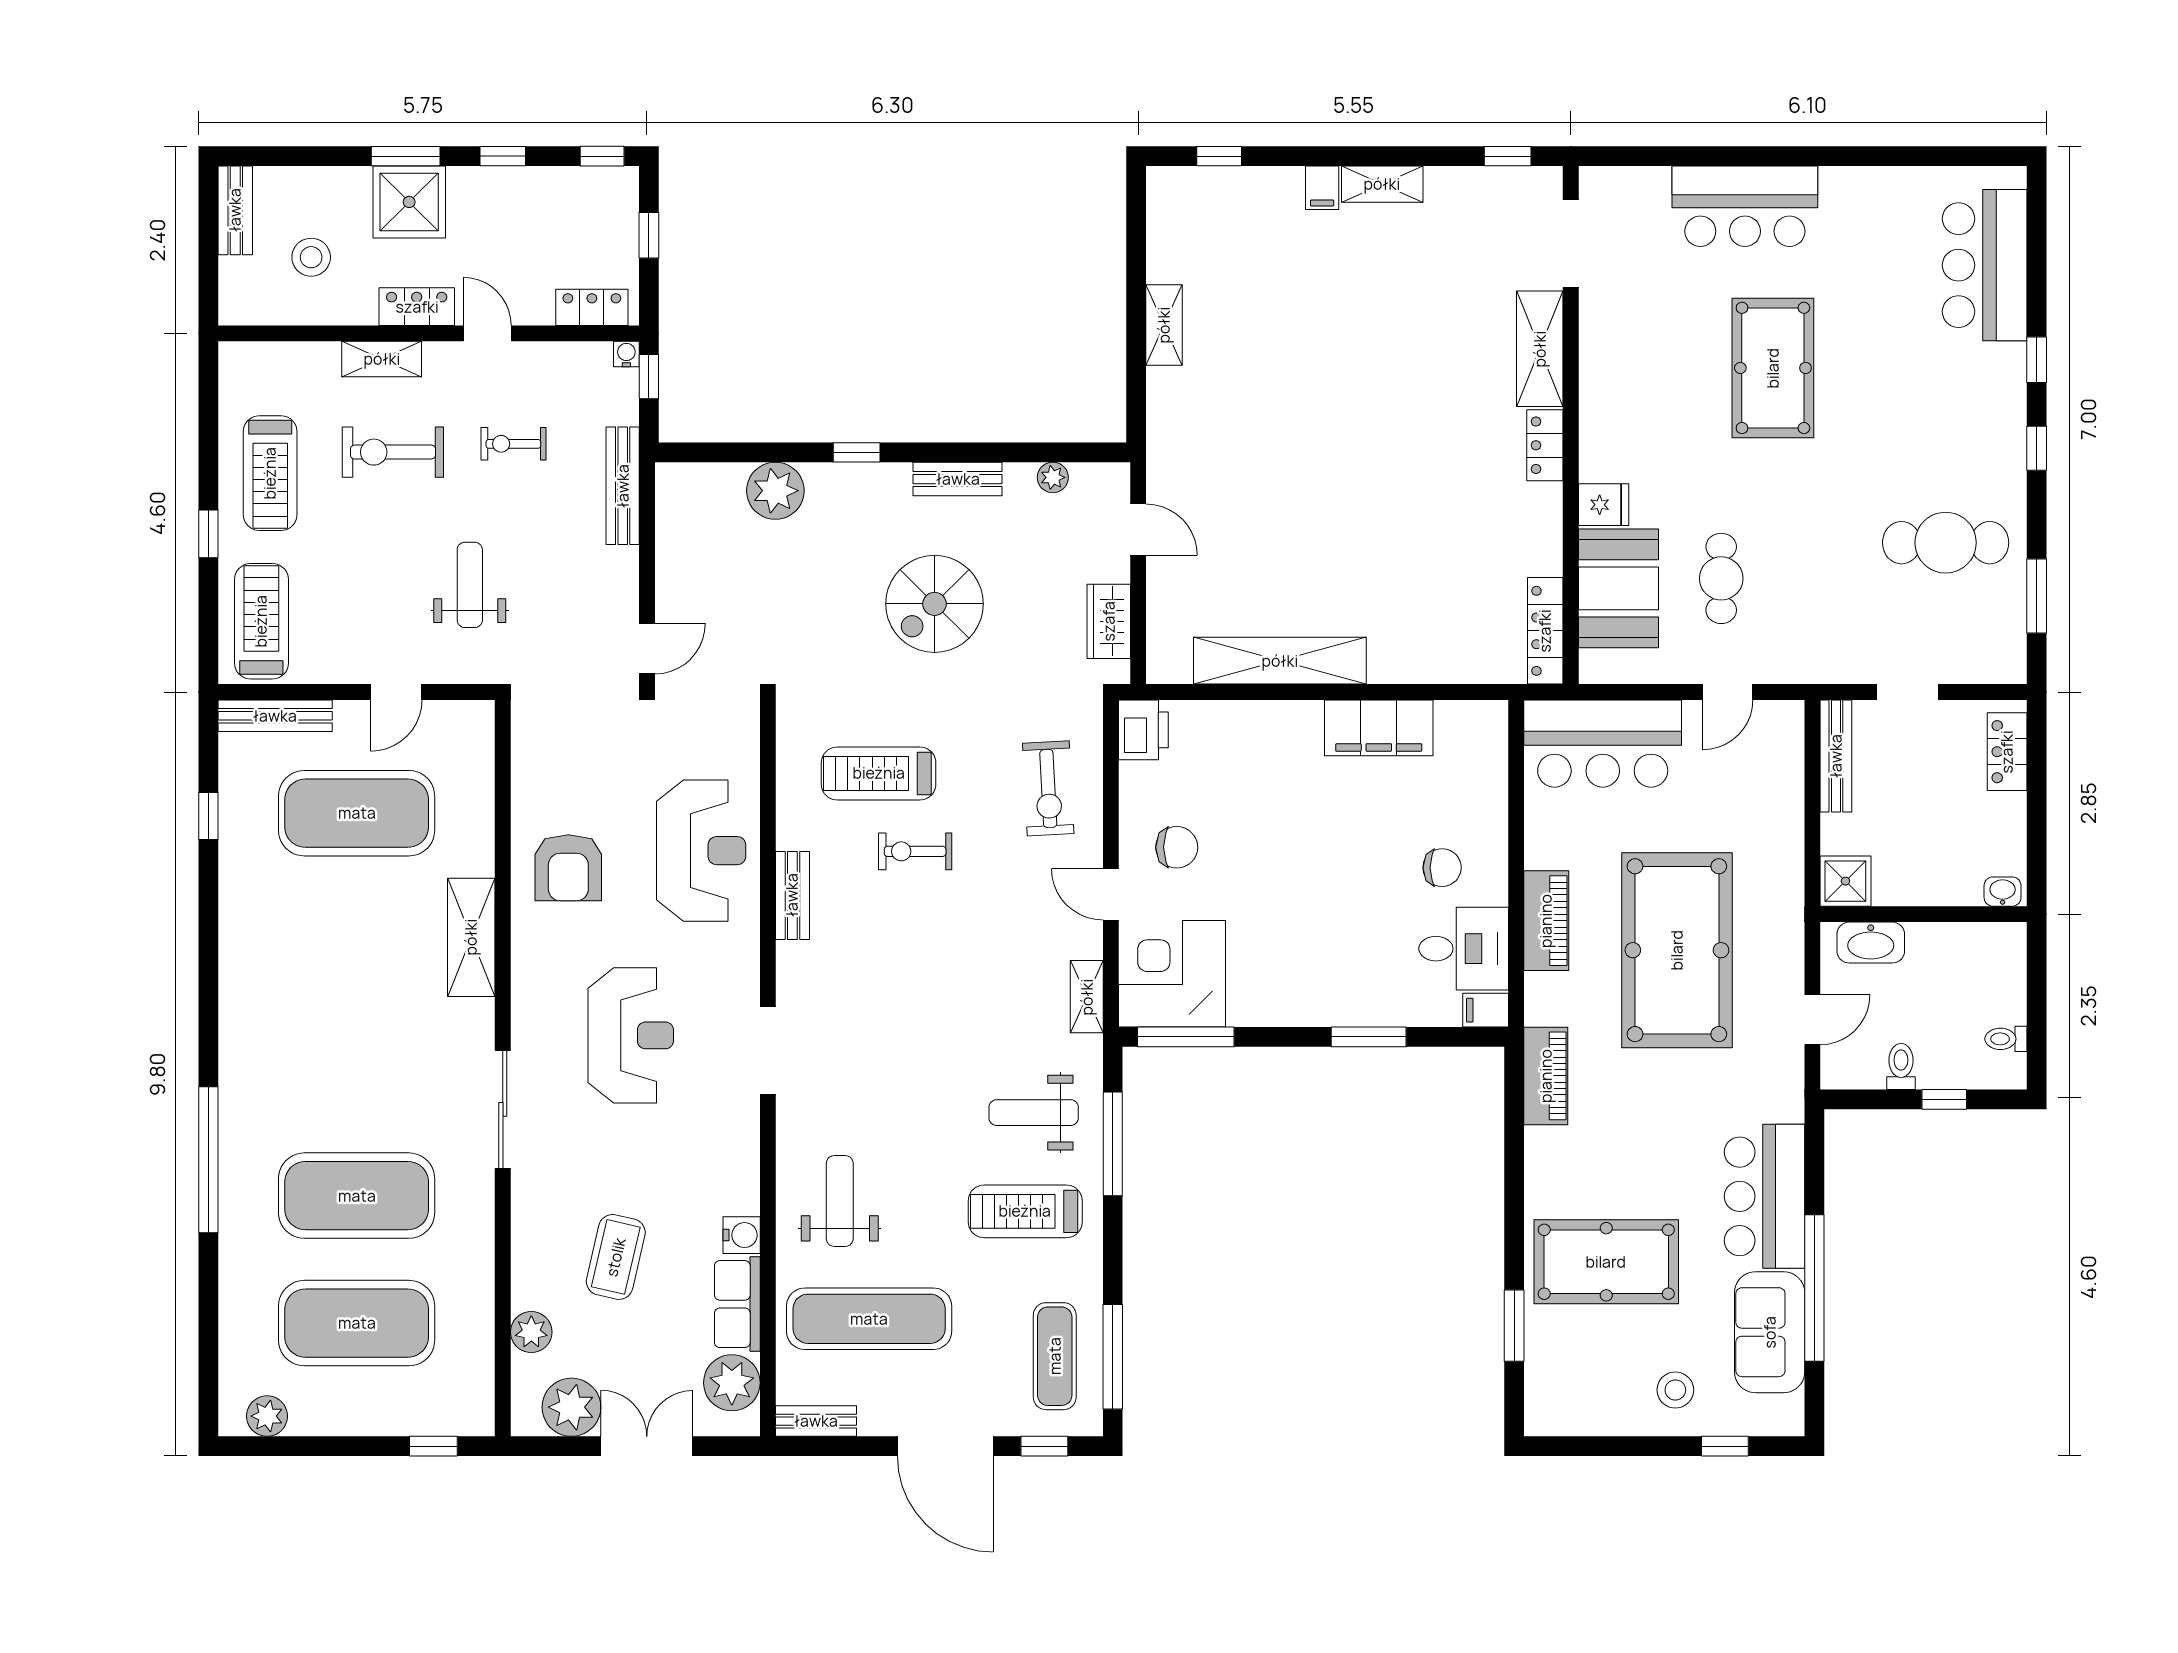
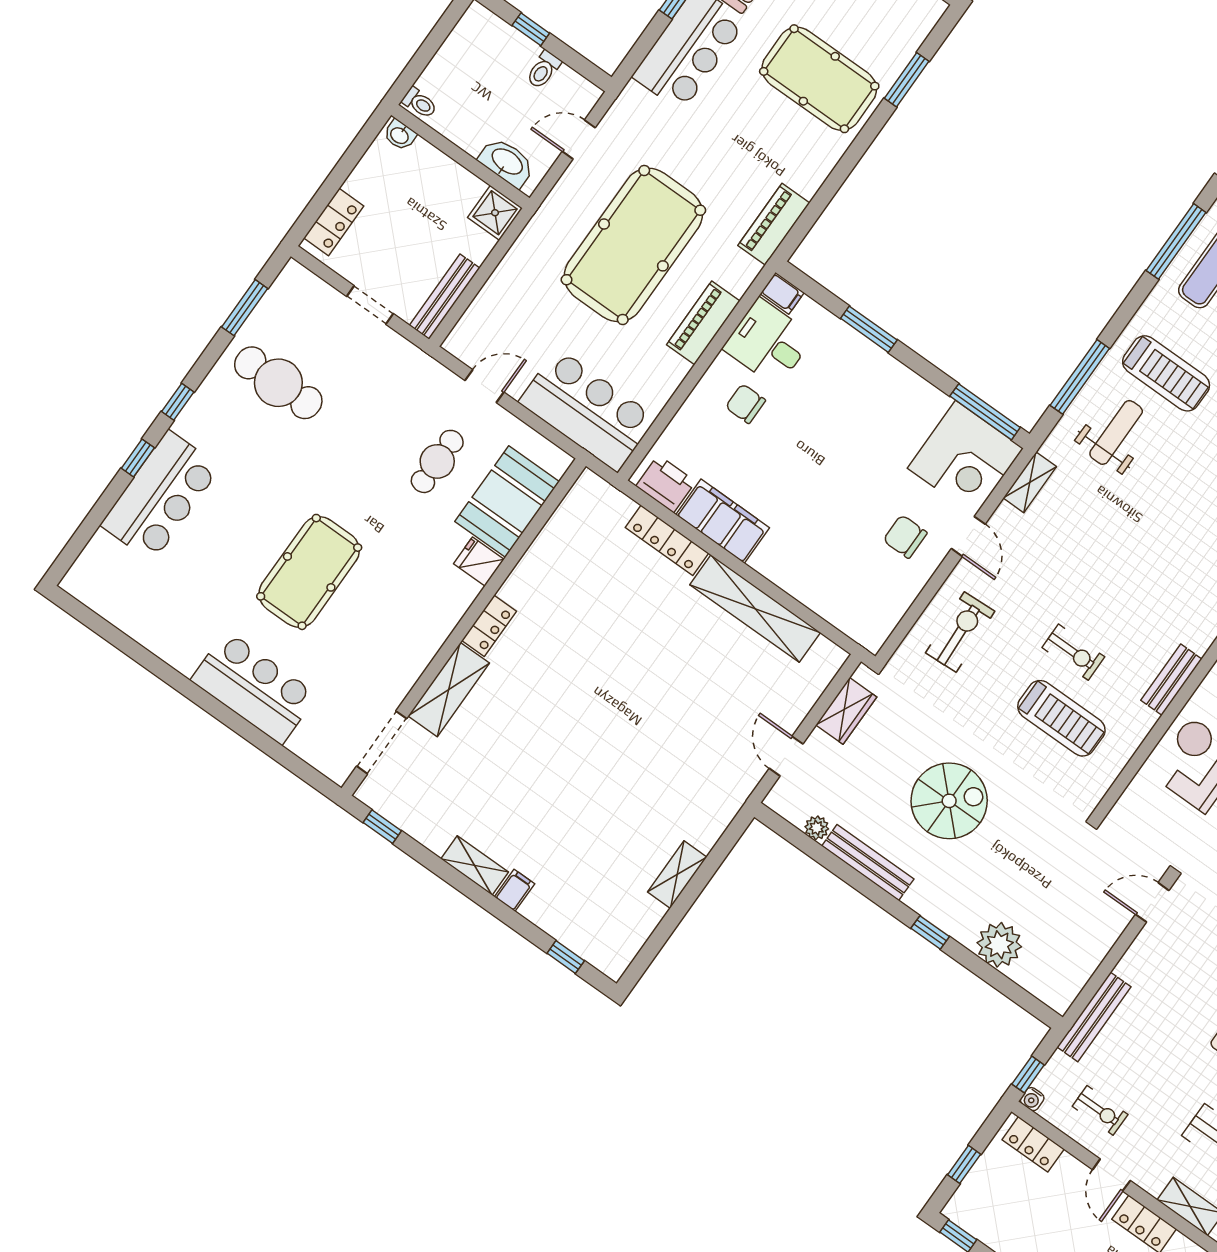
bar counter: (1985, 265) -> (160, 496), moved
exercise bike: (513, 444) -> (1100, 1110), moved
bench: (958, 479) -> (868, 863), width x1.36
locker: (1545, 631) -> (667, 540), moved, turned 90
printer: (1143, 730) -> (666, 484), moved, turned 90
toilet: (2006, 1039) -> (420, 103), moved
weight bench: (1034, 1113) -> (1116, 432), turned -90

